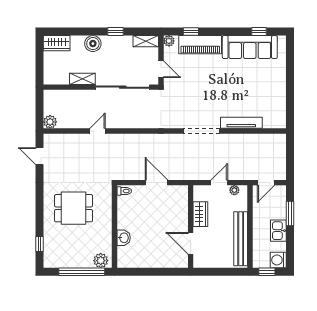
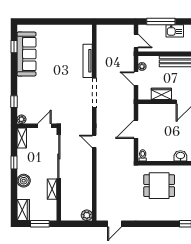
piano: (200, 45) -> (25, 94), removed
window: (40, 64) -> (40, 224), added
door: (98, 131) -> (94, 141), moved
dining table: (74, 208) -> (159, 186), moved, turned 90
window: (290, 214) -> (161, 22), width x1.44

